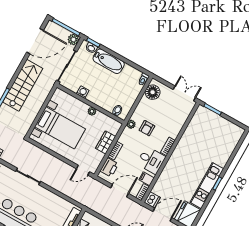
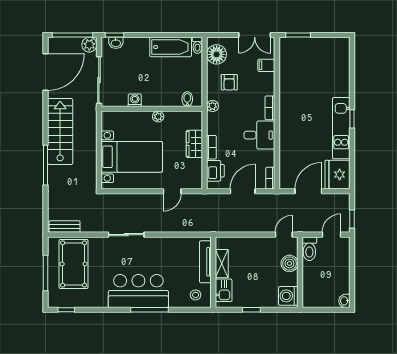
bathtub: (109, 61) -> (171, 47), moved
double door: (184, 93) -> (255, 35), swing flipped
armchair: (147, 128) -> (229, 82), moved
door: (83, 170) -> (172, 191), moved
filing cabinet: (147, 179) -> (266, 65), moved
dishwasher: (152, 200) -> (287, 181), removed

